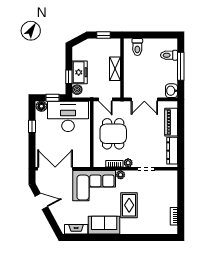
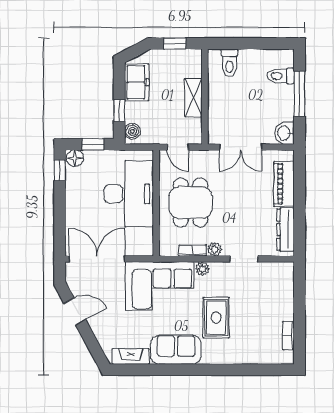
freezer: (80, 72) -> (137, 82), moved
desk: (68, 116) -> (129, 194), moved, turned 90
window: (32, 126) -> (60, 170), moved

